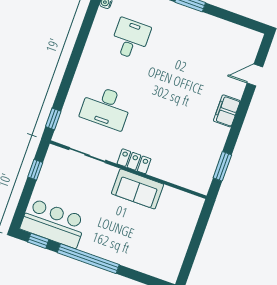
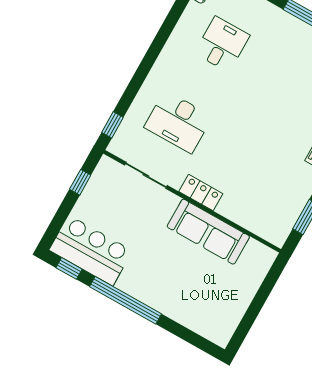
sofa: (138, 189) -> (208, 232), width x1.36

